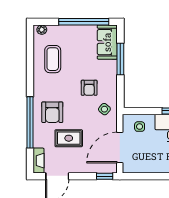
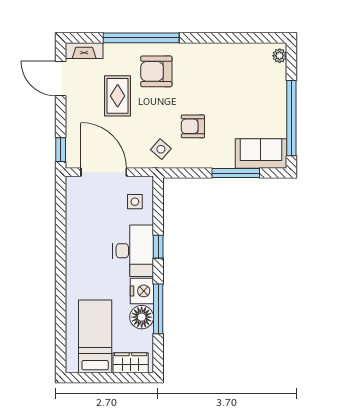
coffee table: (53, 59) -> (236, 72), removed

